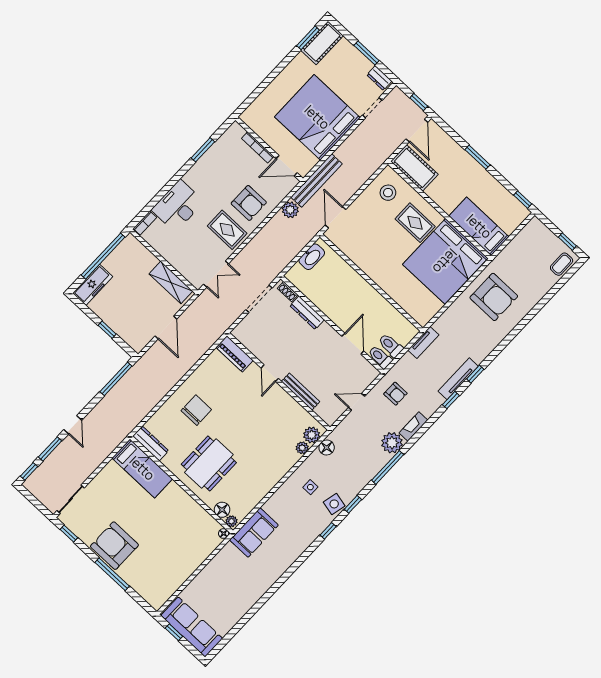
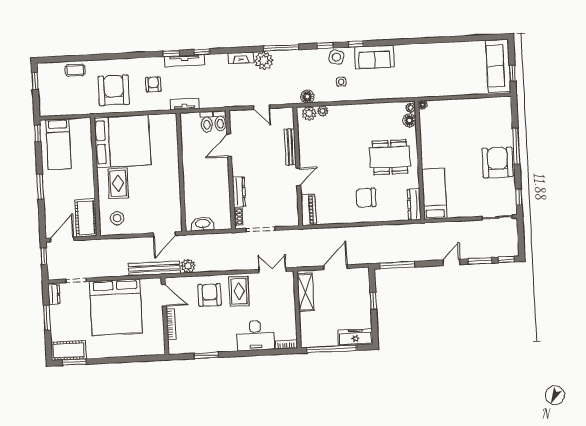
bed: (479, 226) -> (59, 144), moved
coffee table: (562, 264) -> (75, 70), moved
armchair: (395, 394) -> (153, 84), moved
sofa: (254, 533) -> (374, 57), moved, turned 180
armchair: (114, 546) -> (498, 162), turned 180

